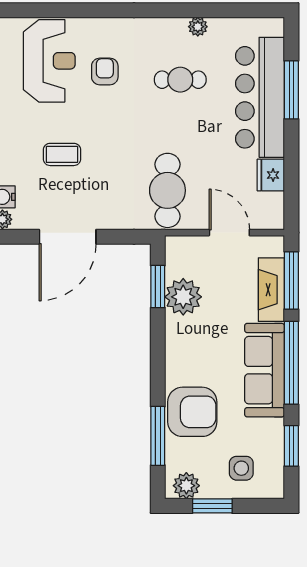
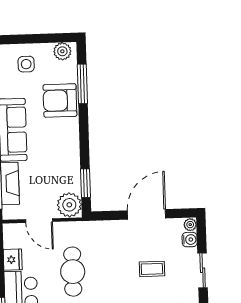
cafe table: (167, 190) -> (73, 272), moved
plant: (183, 297) -> (69, 205), moved
window: (212, 506) -> (45, 38), removed

